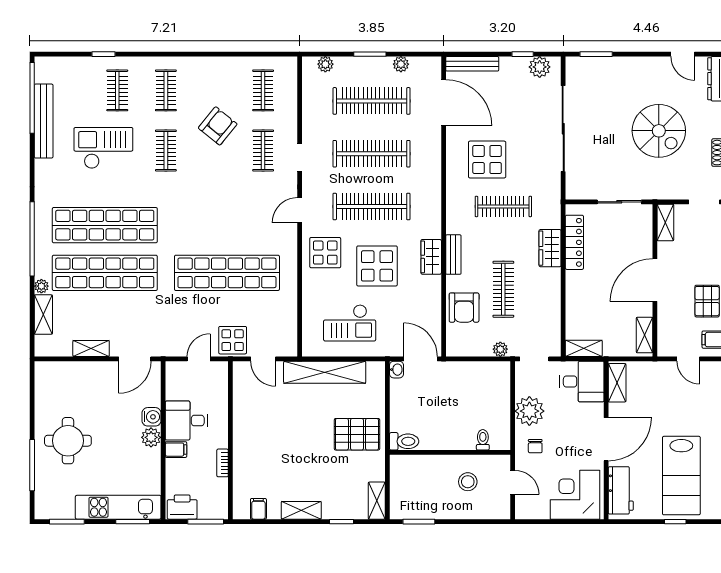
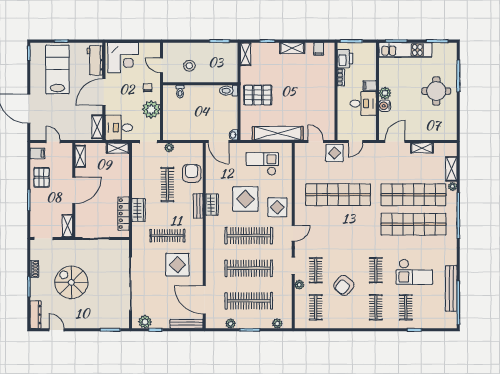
plant: (290, 127) -> (299, 285), added
printer: (182, 507) -> (345, 59), moved, turned -90

